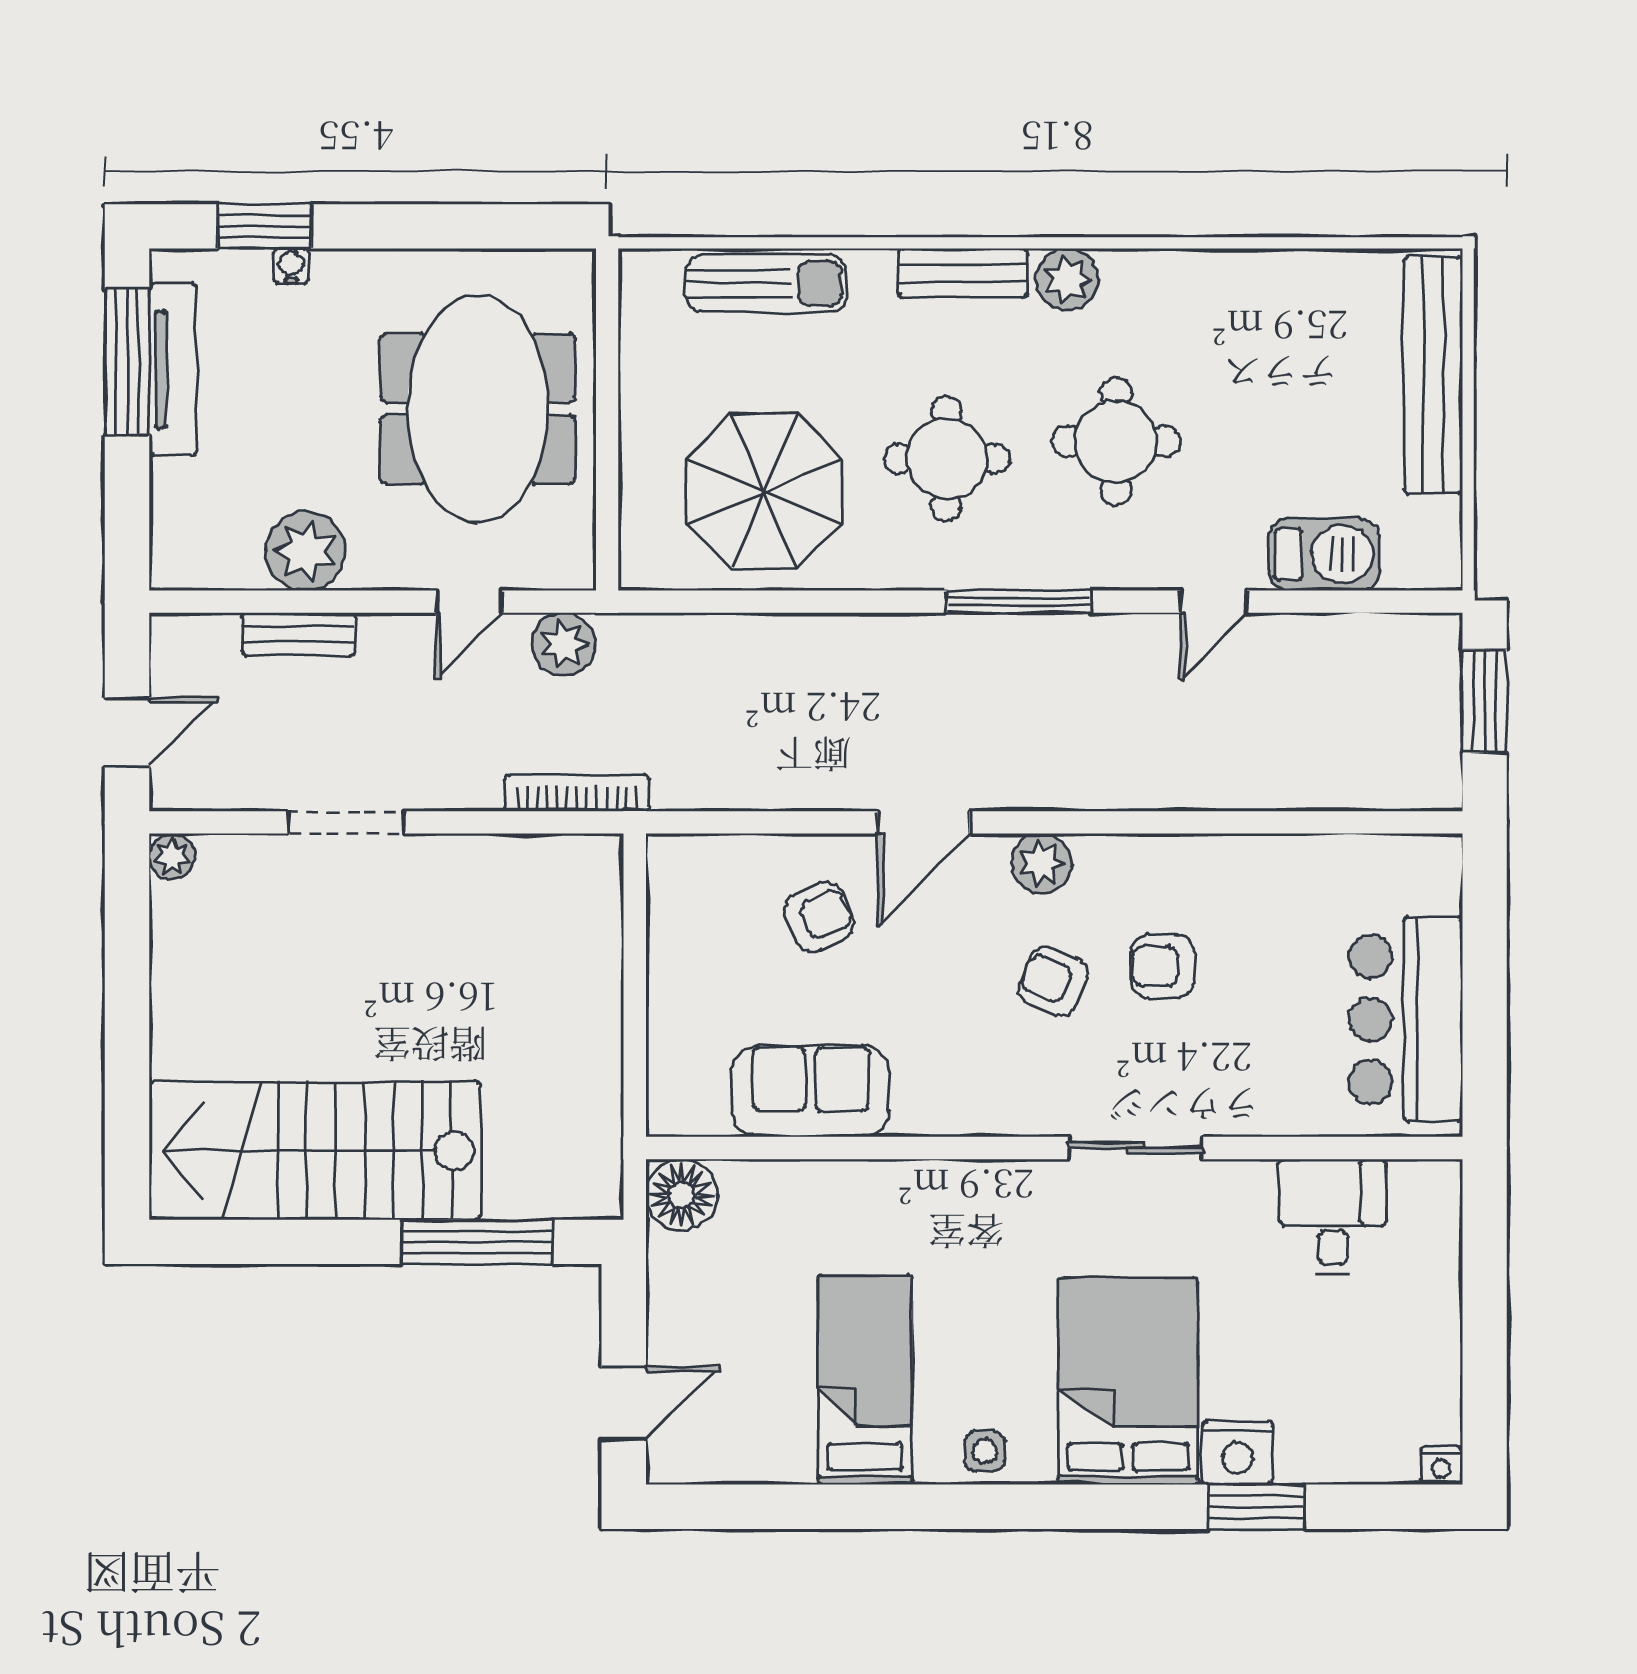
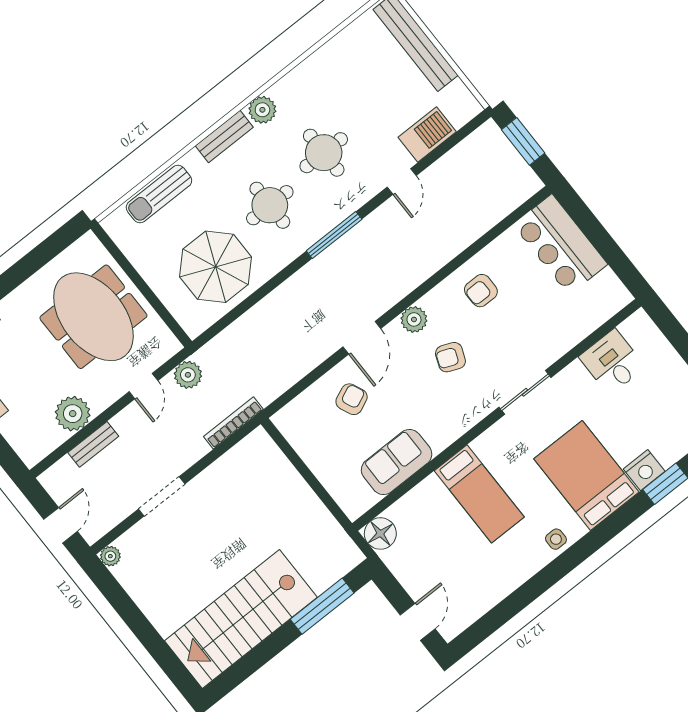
sun lounger: (766, 283) -> (159, 194), turned 180
armchair: (1163, 966) -> (481, 291), moved
bar counter: (1406, 1019) -> (560, 244), moved
bed: (865, 1380) -> (479, 494), moved, turned 180

